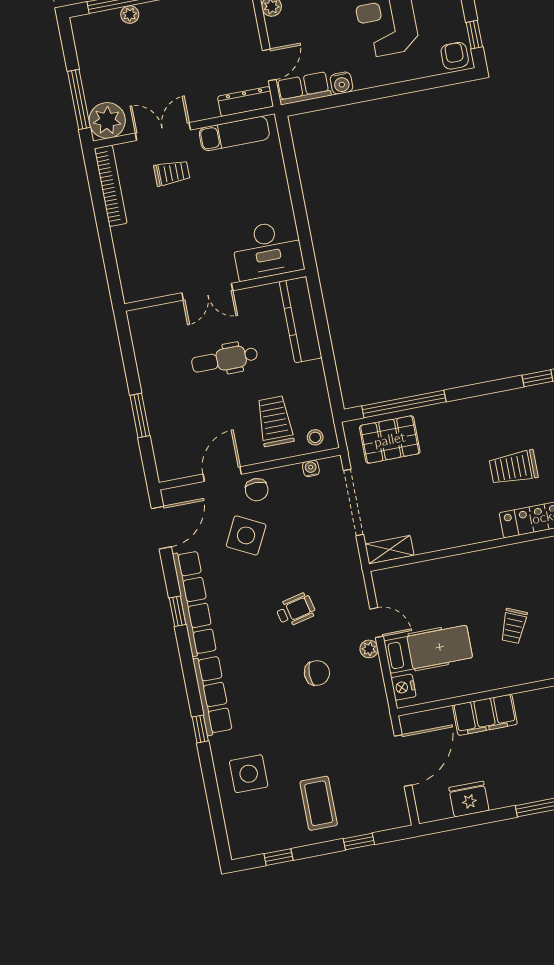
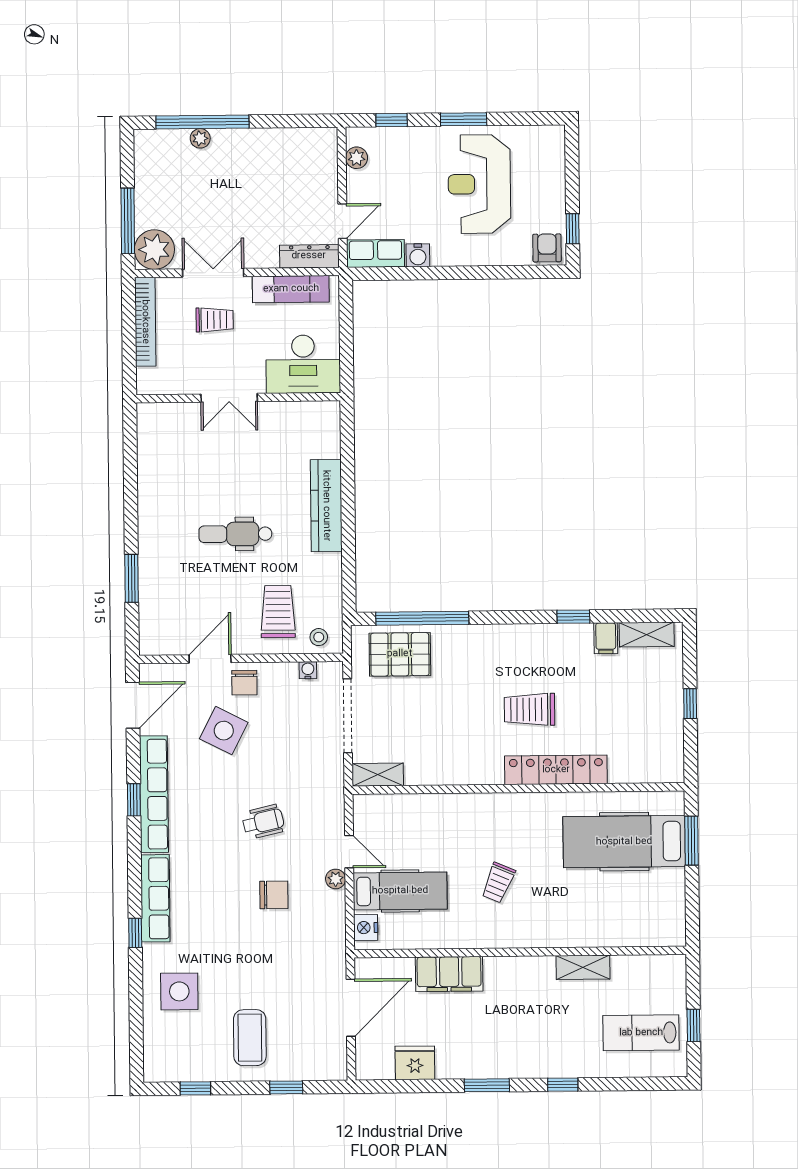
desk: (267, 250) -> (303, 364), moved
wall: (215, 290) -> (238, 398), moved
double door: (207, 292) -> (229, 398), moved

